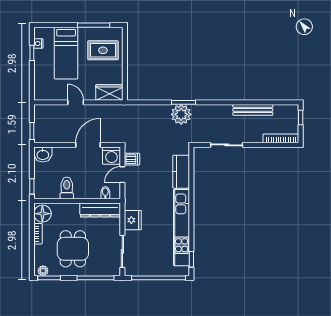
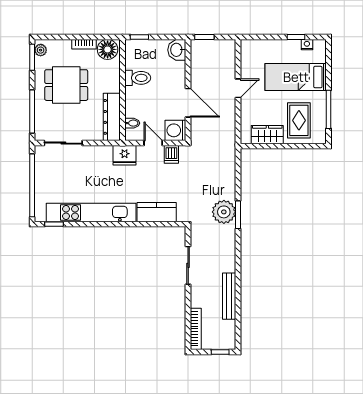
wardrobe: (109, 92) -> (267, 135), moved, turned -90
fridge: (133, 220) -> (125, 155), moved

